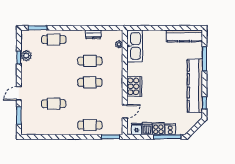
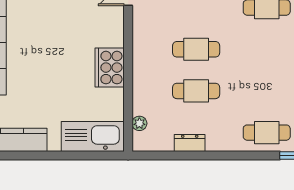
kitchen sink: (134, 46) -> (93, 136), moved, turned 90
cooker: (134, 86) -> (110, 68), moved

